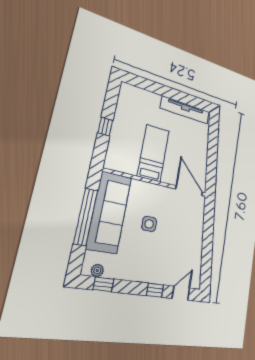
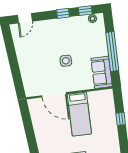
door: (189, 191) -> (54, 95), moved
sofa: (109, 212) -> (102, 72), width x0.54, depth x0.79
window: (155, 290) -> (63, 13), moved

